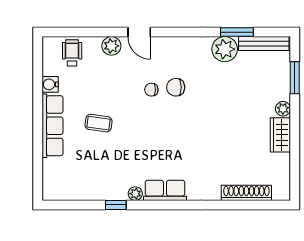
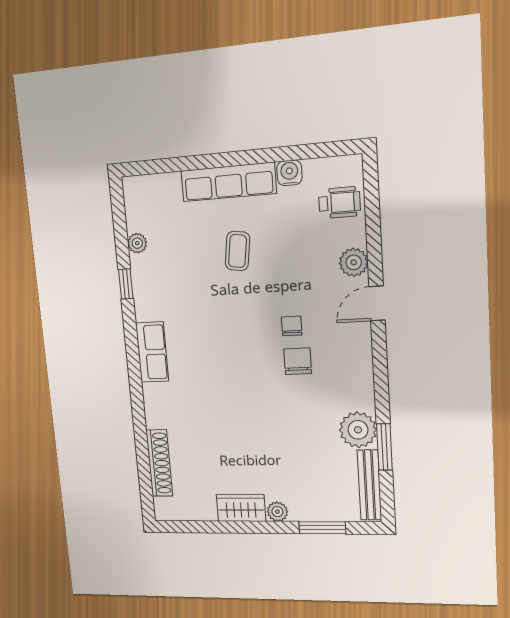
plant: (135, 194) -> (137, 243), moved

